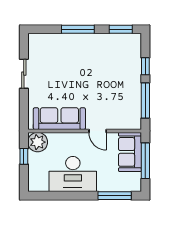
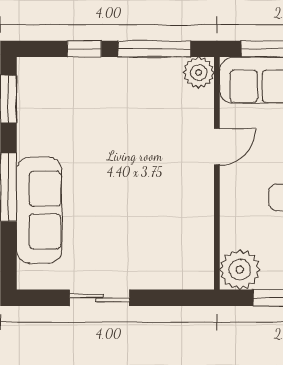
sofa: (59, 119) -> (39, 210), moved, turned 180
plant: (134, 122) -> (199, 73), added

